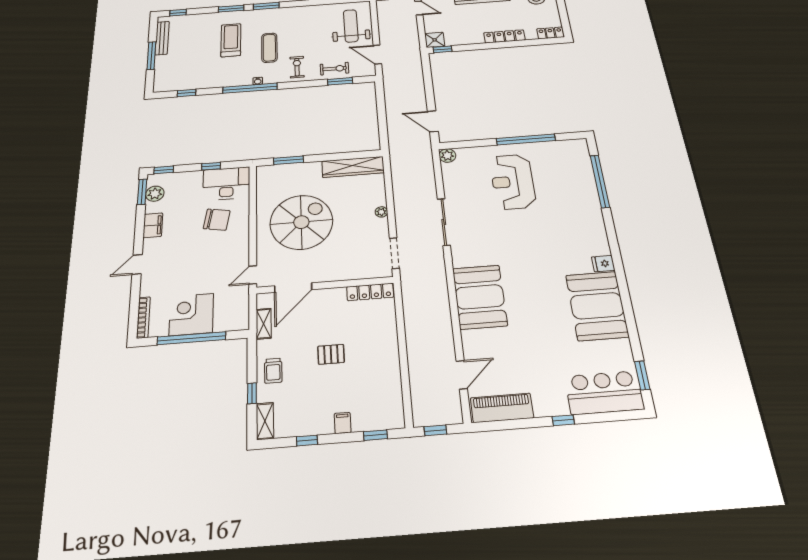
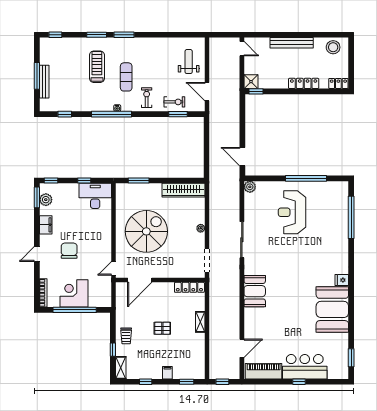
weight bench: (351, 26) -> (189, 62), width x0.73, depth x0.75
bench: (162, 38) -> (44, 82), moved
chair: (217, 220) -> (69, 251), moved, turned -100
booth: (480, 297) -> (255, 291), width x0.73, depth x0.70
shelving: (264, 324) -> (200, 322), moved
bar counter: (604, 393) -> (305, 367), moved

